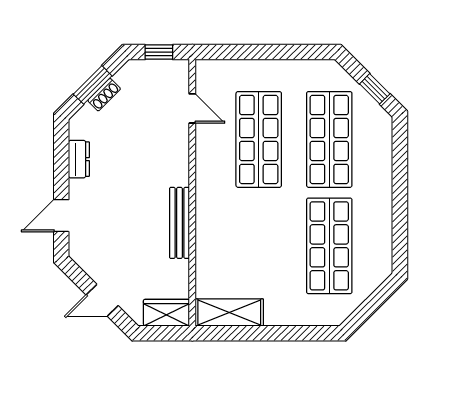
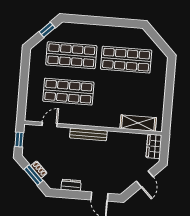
bench: (180, 223) -> (88, 134), moved
shelving: (229, 312) -> (138, 123), moved, turned 90

